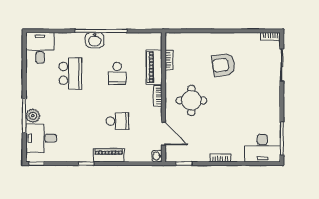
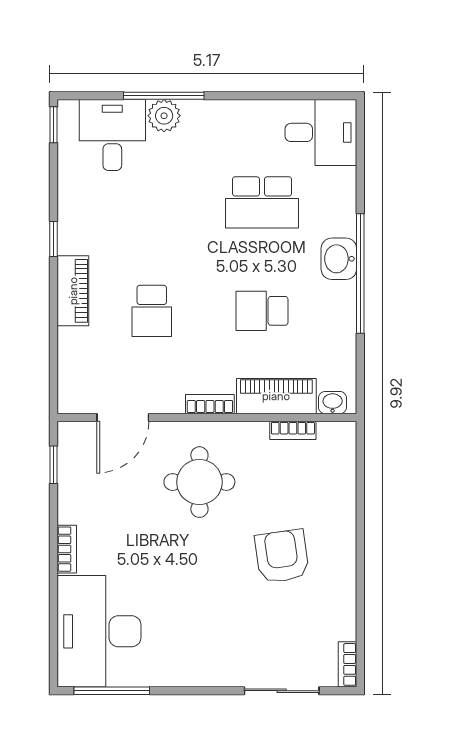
desk: (262, 148) -> (99, 631), width x1.36, depth x1.30
washbasin: (157, 156) -> (333, 403), moved

